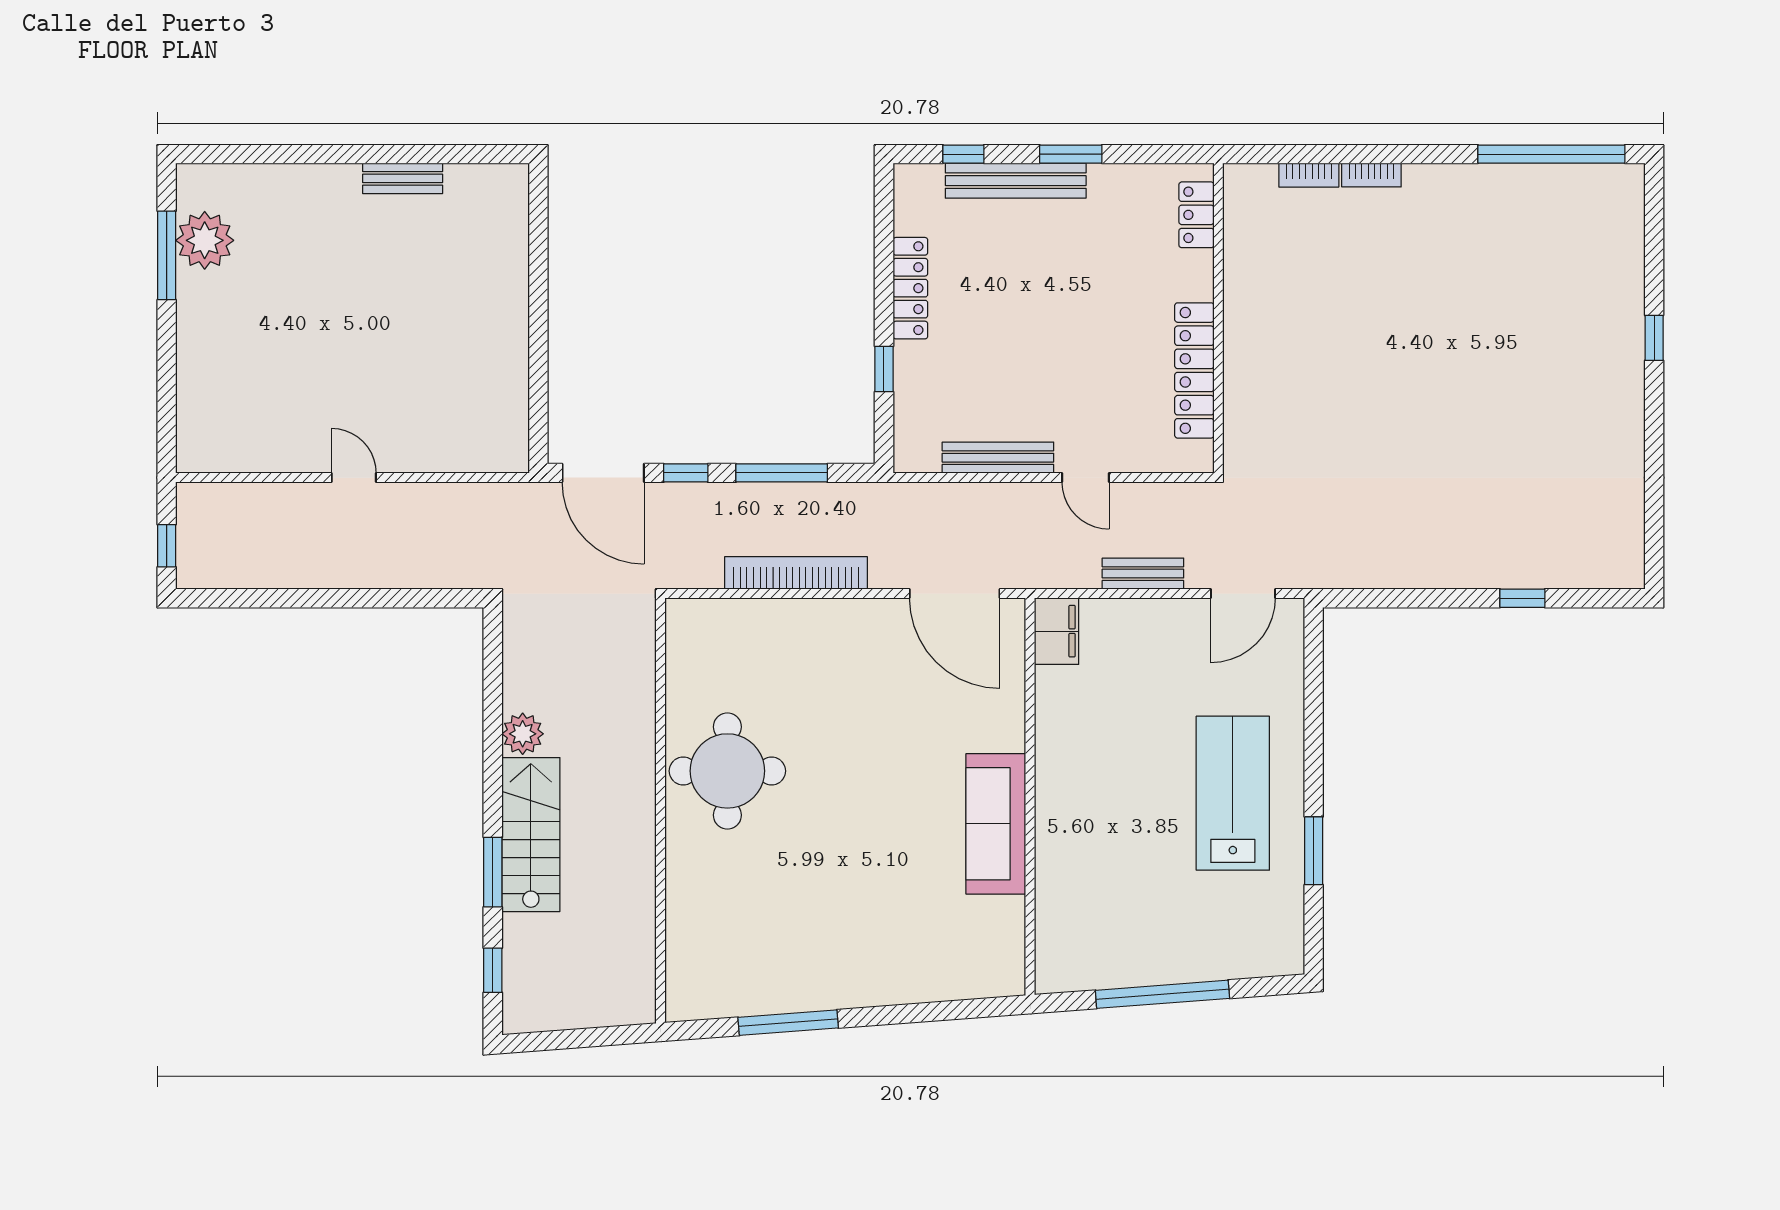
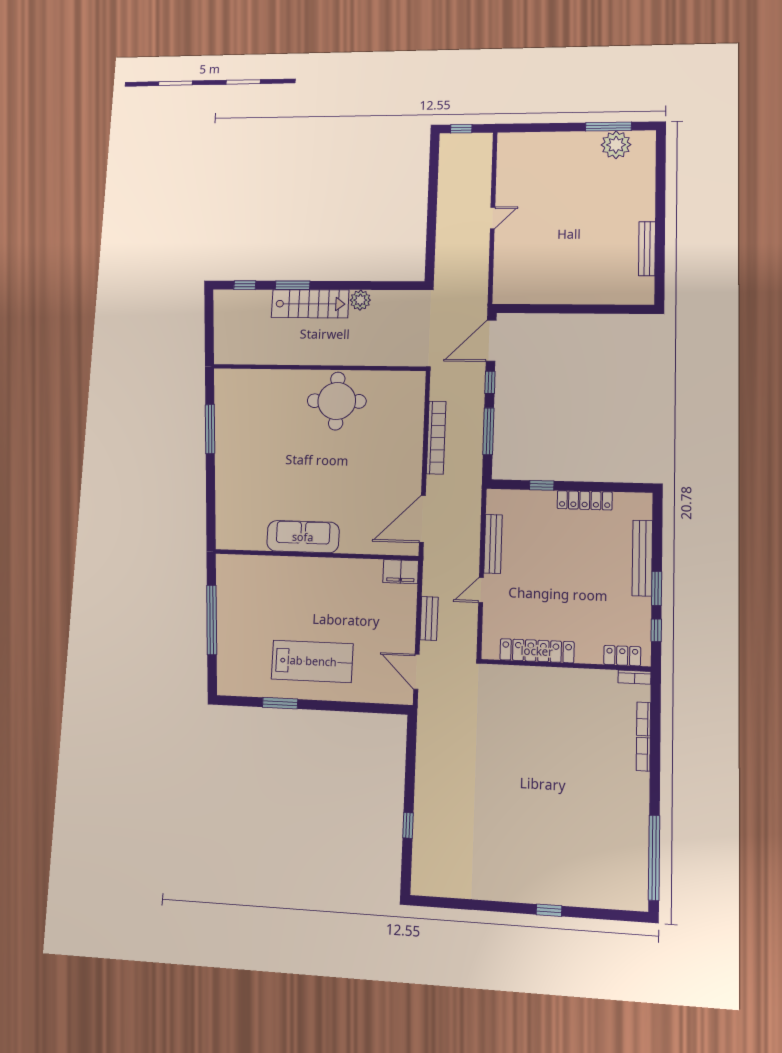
window: (963, 154) -> (656, 630), moved
bench: (403, 178) -> (647, 249), width x1.36
bookcase: (1234, 192) -> (634, 677), added

